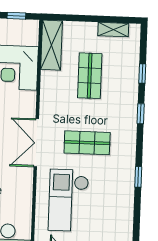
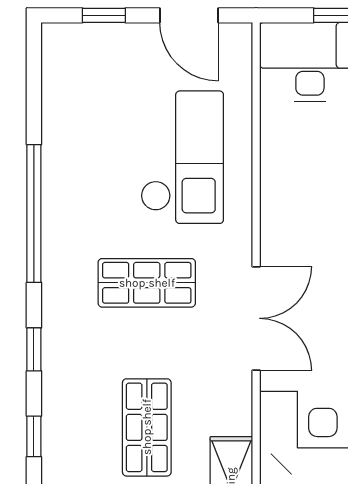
double door: (36, 143) -> (256, 318), moved
window: (138, 177) -> (34, 214), width x3.17

